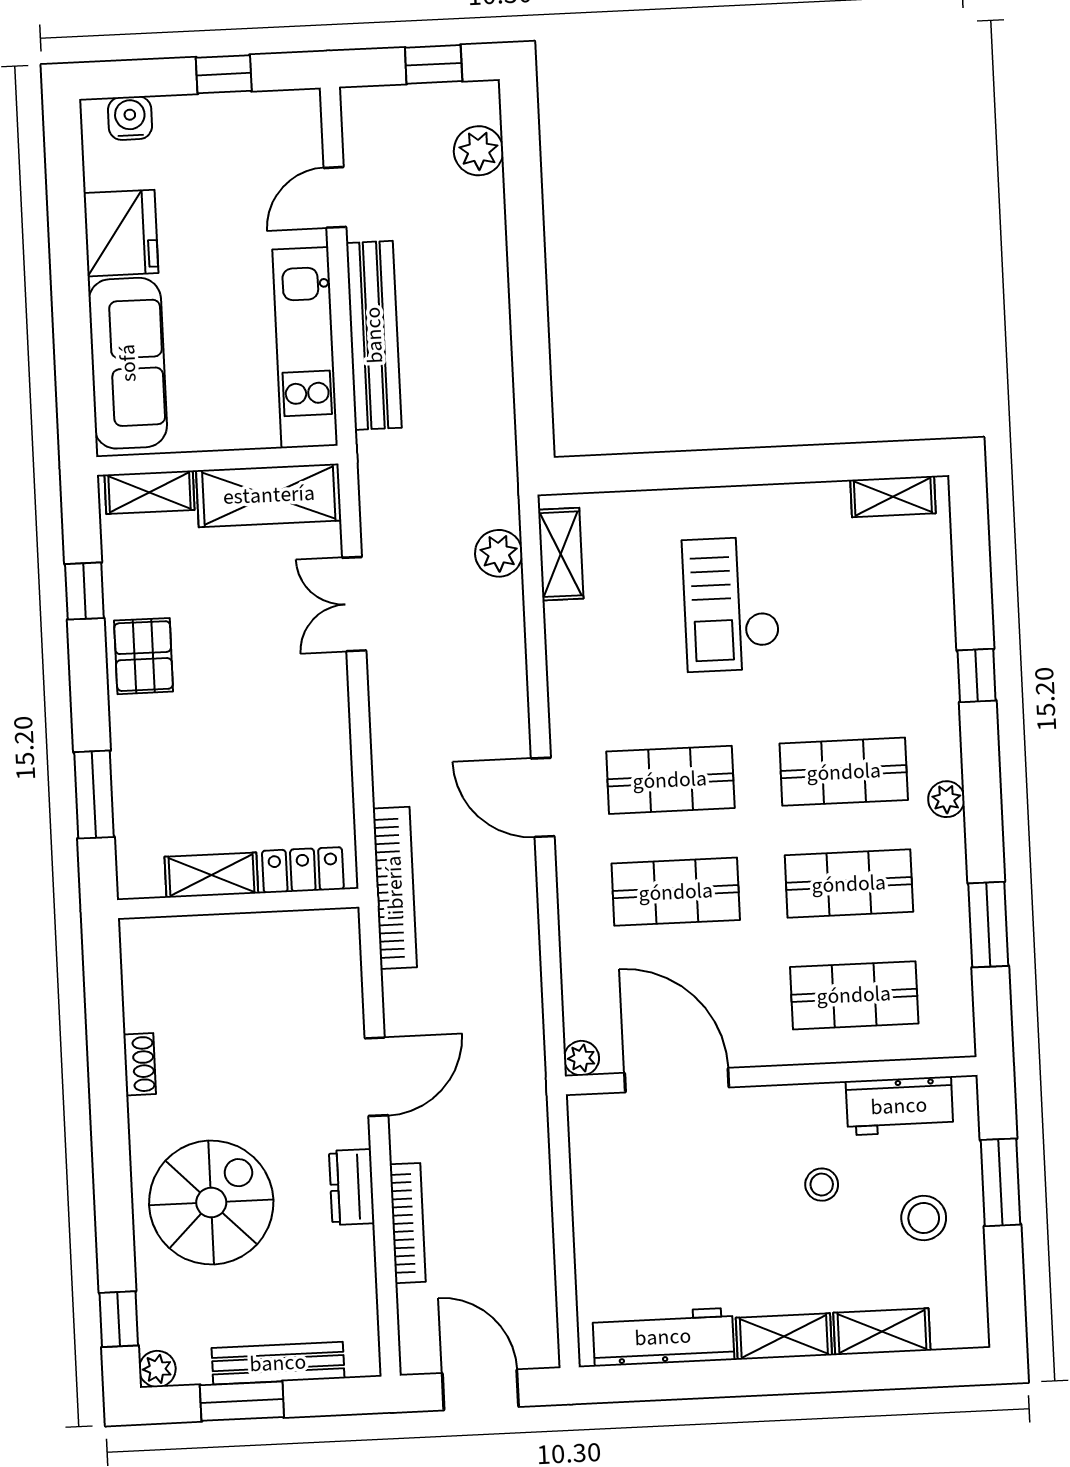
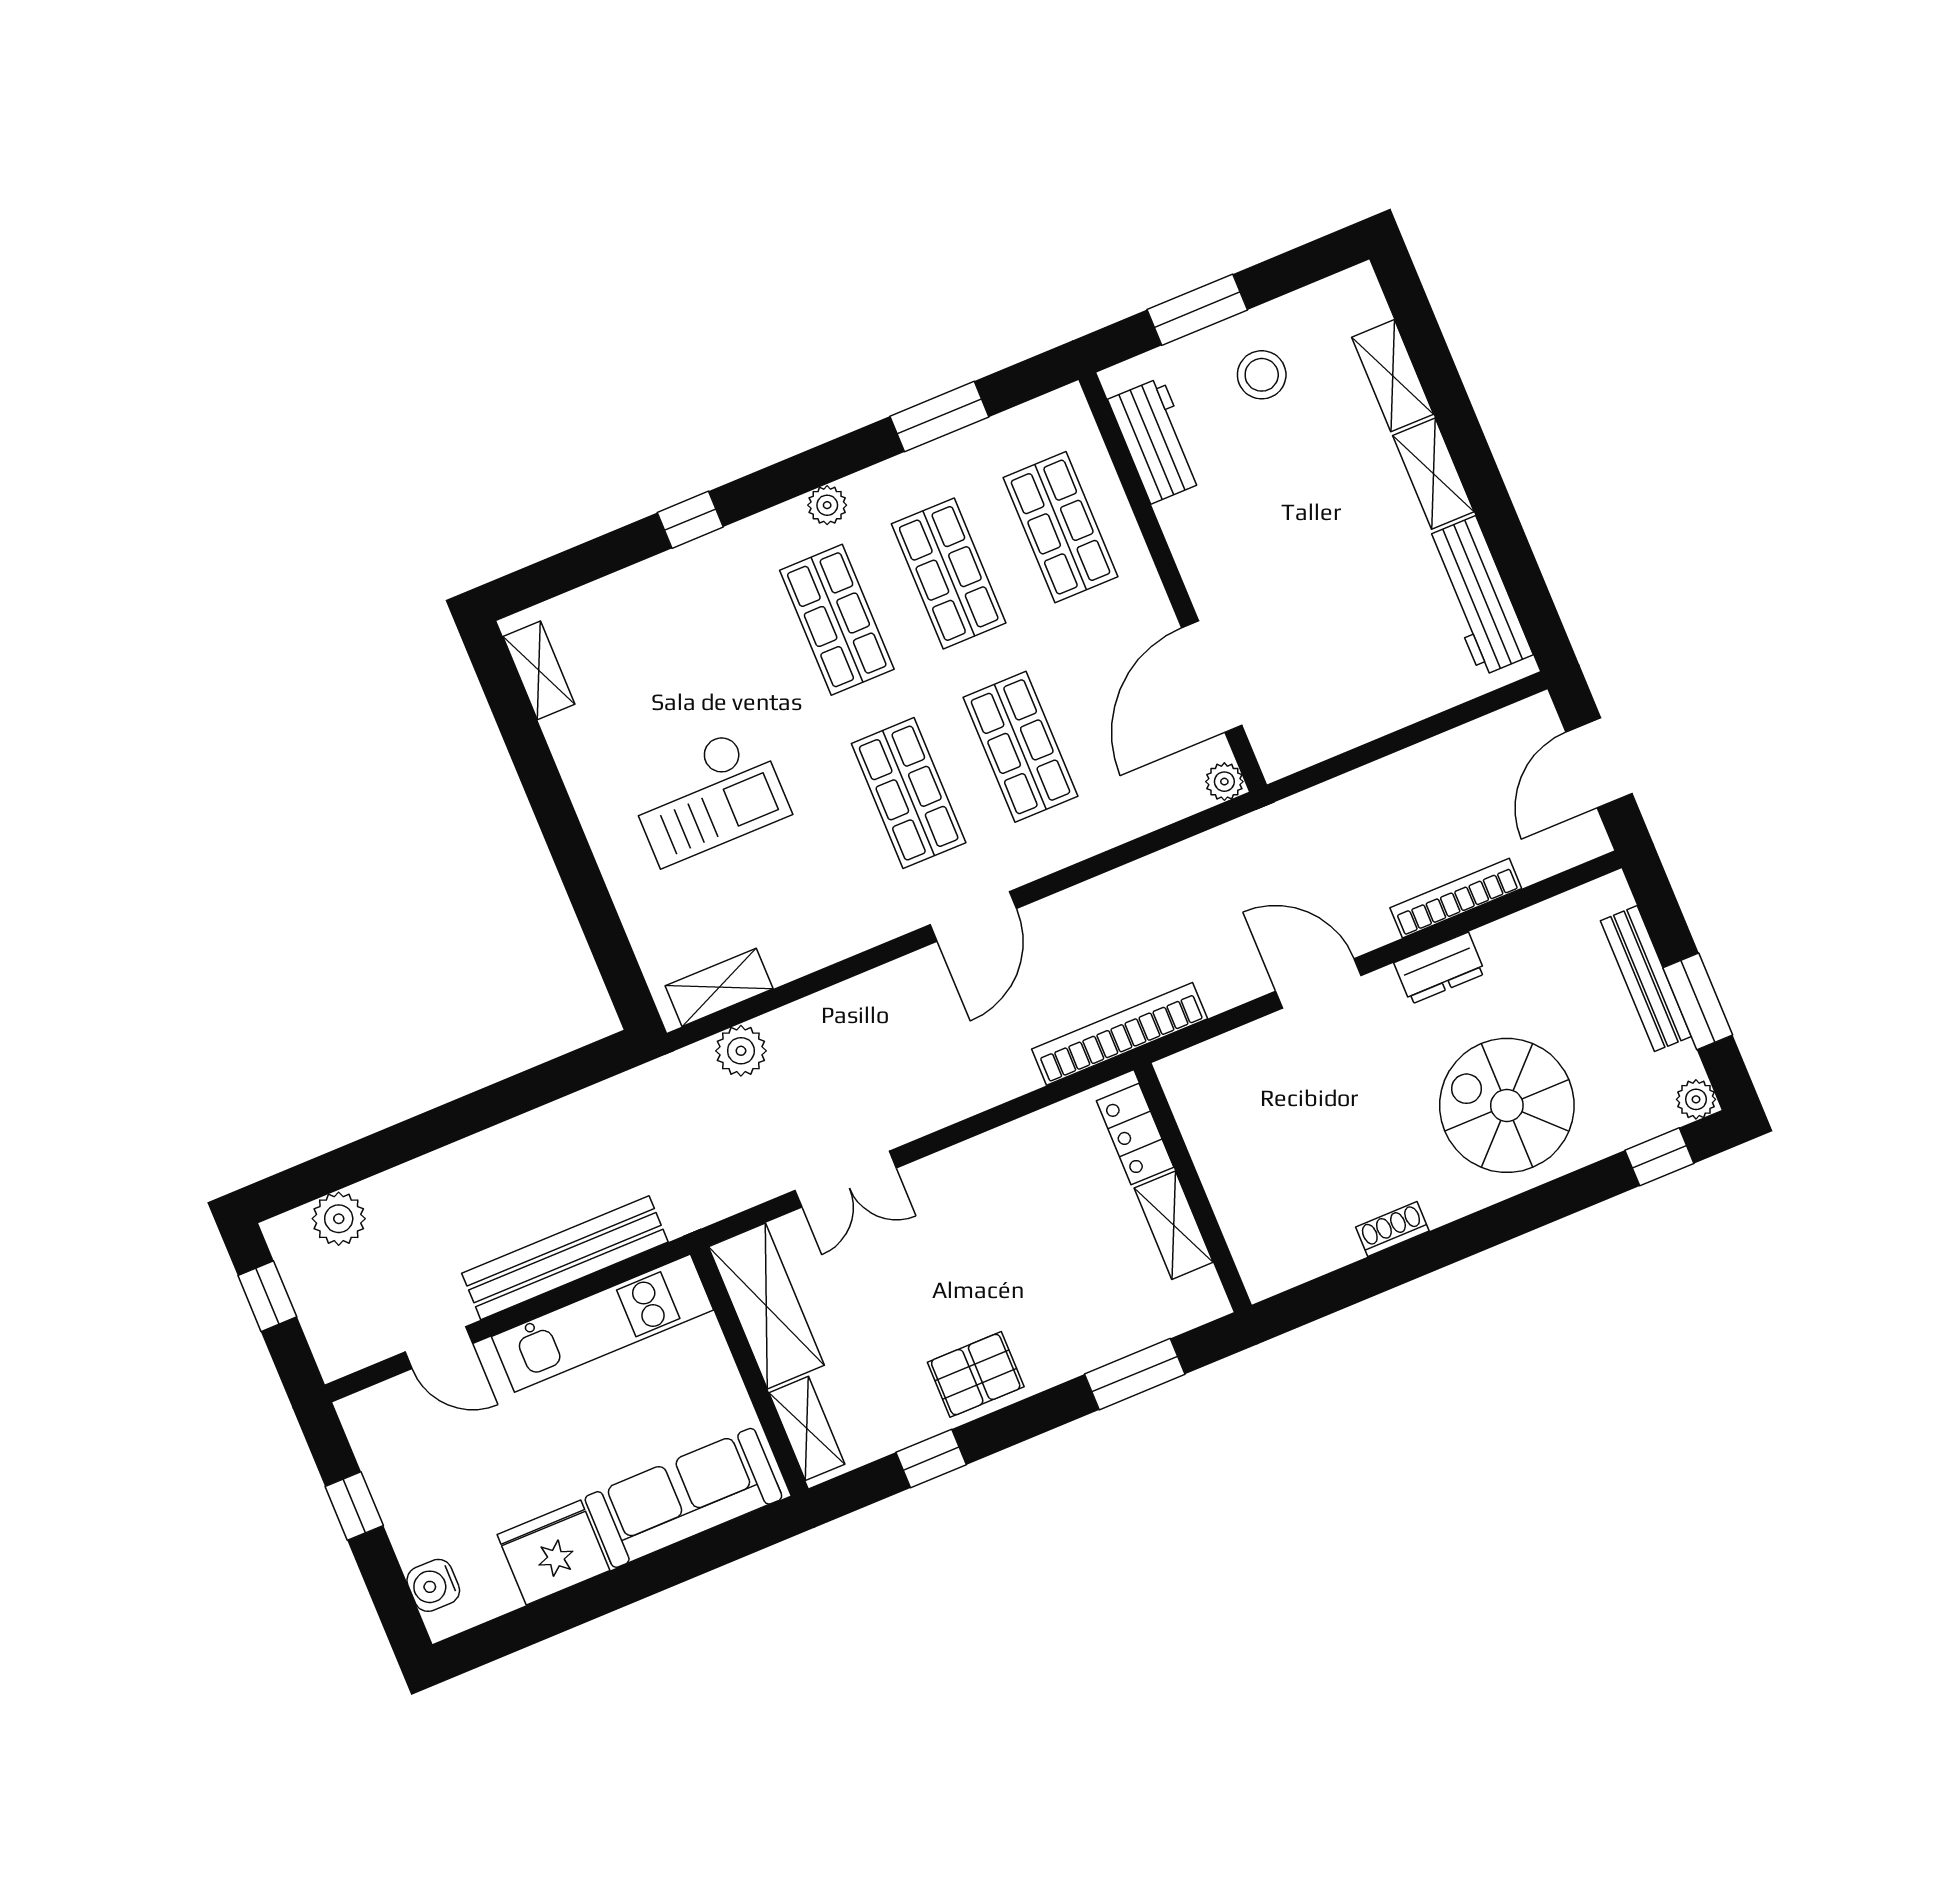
stool: (822, 1185) -> (1265, 491), removed

